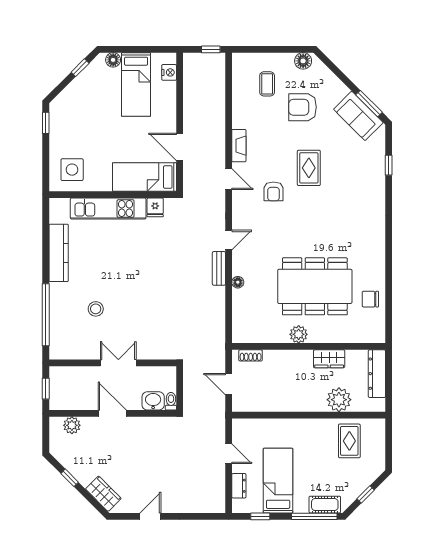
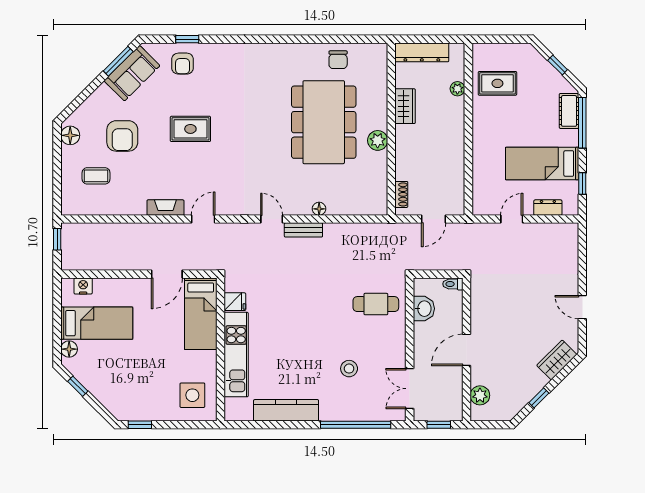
armchair: (273, 191) -> (183, 64), moved, turned 90
cafe table: (153, 333) -> (376, 304), added
double door: (118, 363) -> (410, 389), moved
plant: (339, 400) -> (457, 89), width x0.53, depth x0.53
washbasin: (153, 401) -> (424, 309), moved, turned 180

